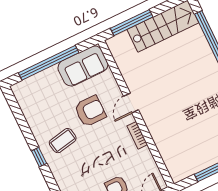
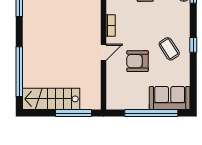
sofa: (83, 66) -> (170, 98), moved
coffee table: (63, 141) -> (169, 49), turned 68

